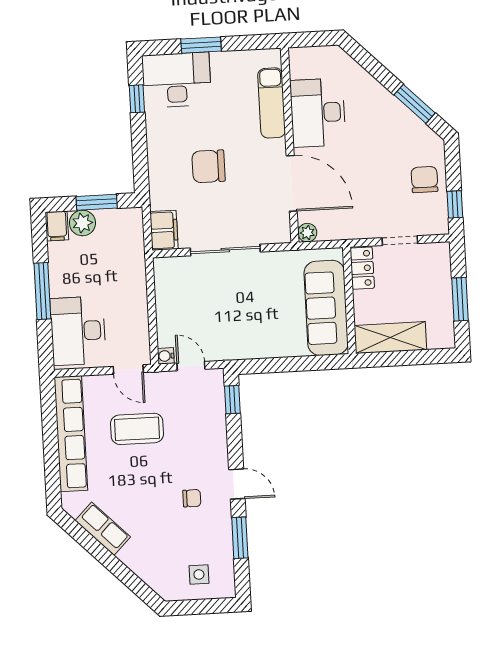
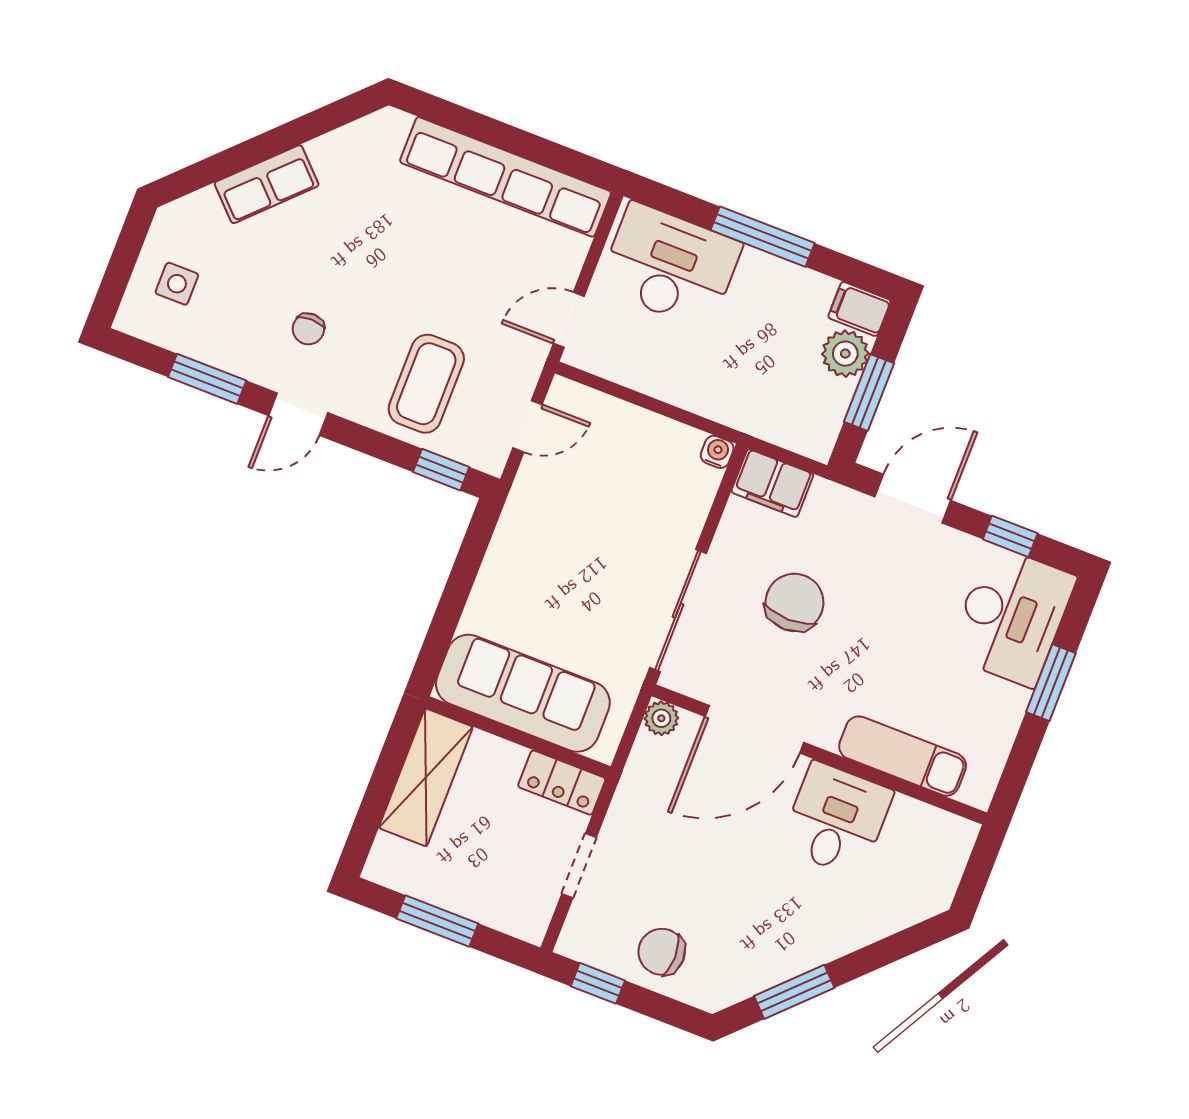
desk: (318, 113) -> (837, 819), width x0.73
door: (140, 156) -> (913, 499), added
chair: (209, 166) -> (794, 602), moved
chair: (424, 180) -> (662, 952), turned 180
sliding door: (225, 250) -> (678, 611), moved
water cooler: (166, 356) -> (717, 452), moved
coffee table: (137, 429) -> (426, 384), moved
row of seats: (103, 529) -> (267, 184), moved

